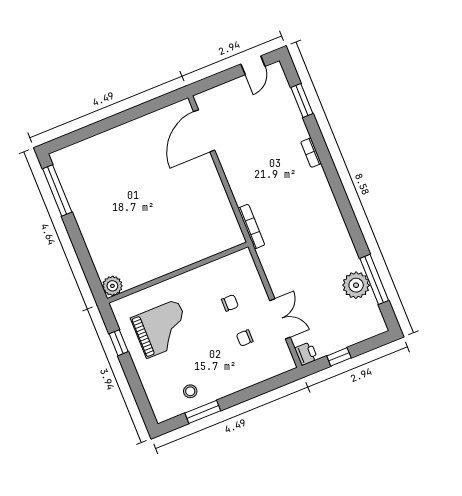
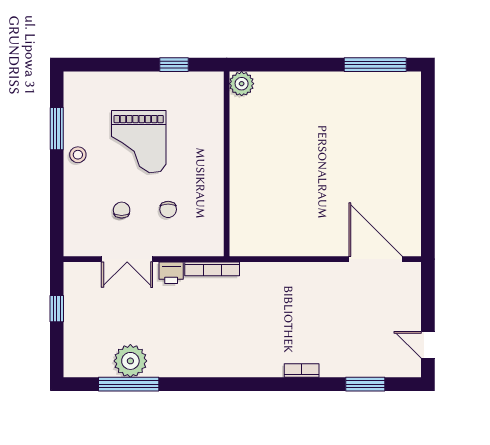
bookcase: (251, 227) -> (212, 269), moved
grand piano: (162, 329) -> (139, 142), moved
printer: (306, 354) -> (171, 273), moved
stool: (190, 391) -> (78, 155), moved

